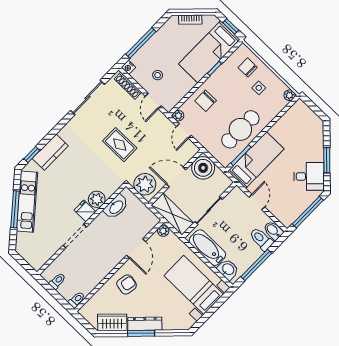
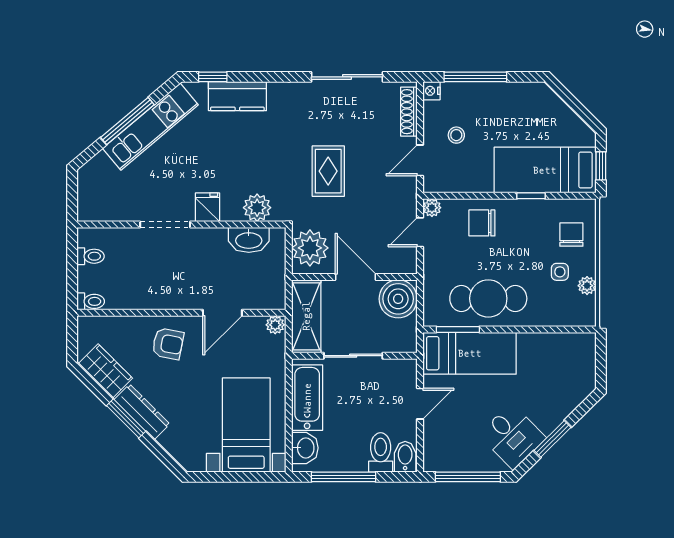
bookcase: (190, 20) -> (561, 109), removed
plant: (289, 95) -> (587, 286), moved
plant: (97, 199) -> (257, 208), moved

